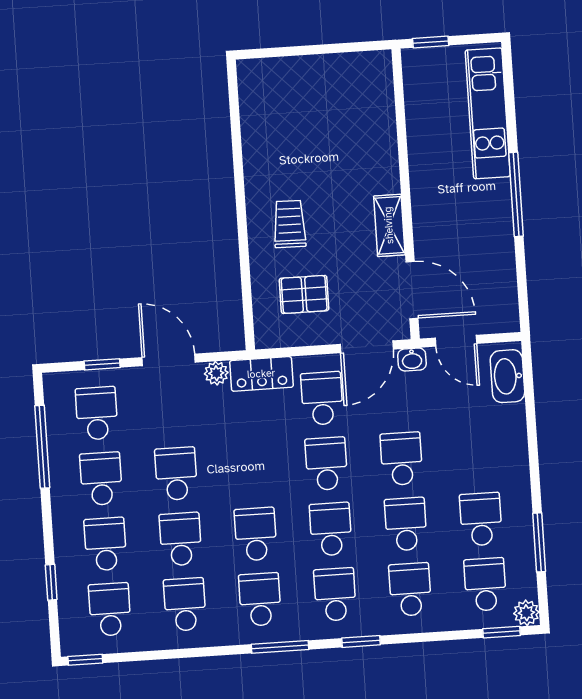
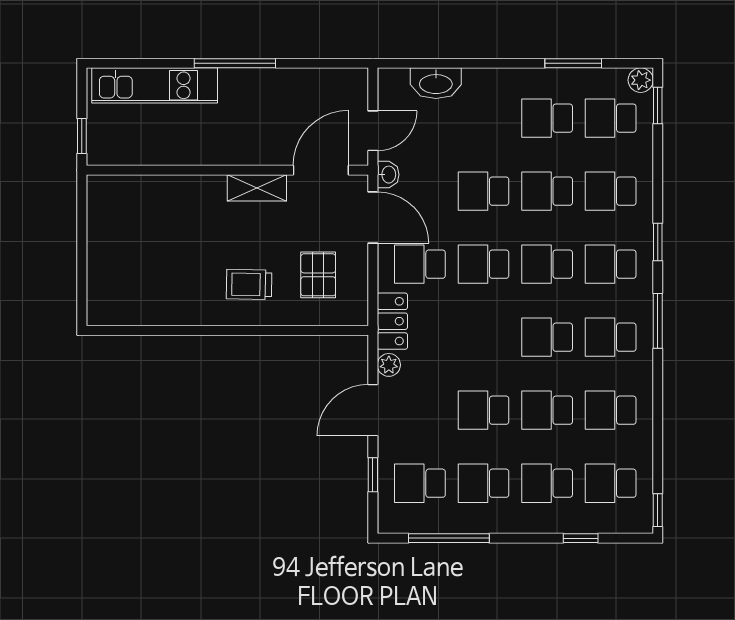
washbasin: (507, 376) -> (436, 83), moved

